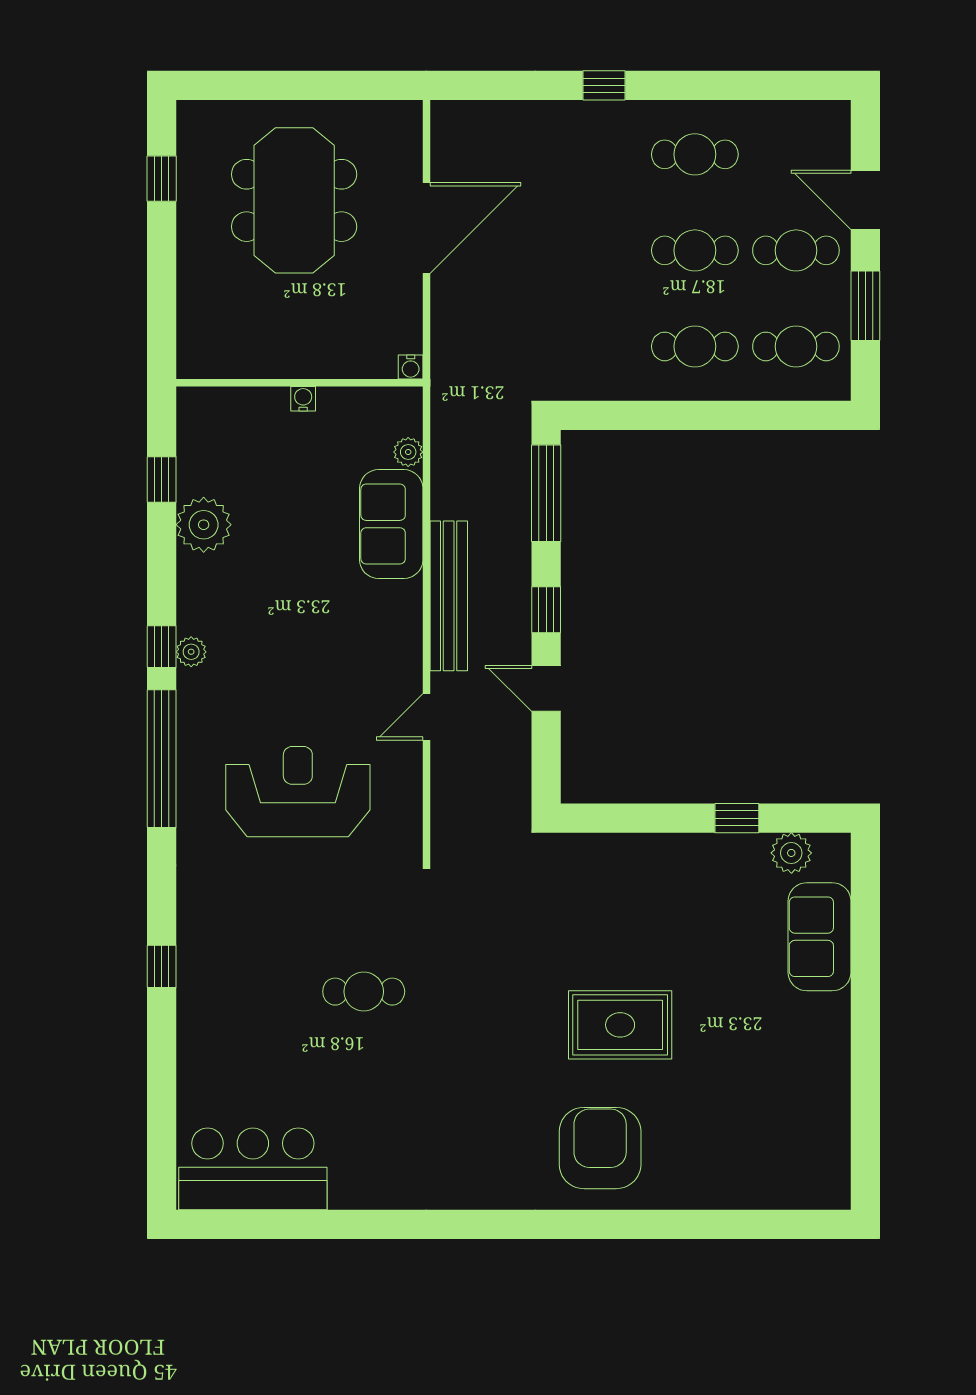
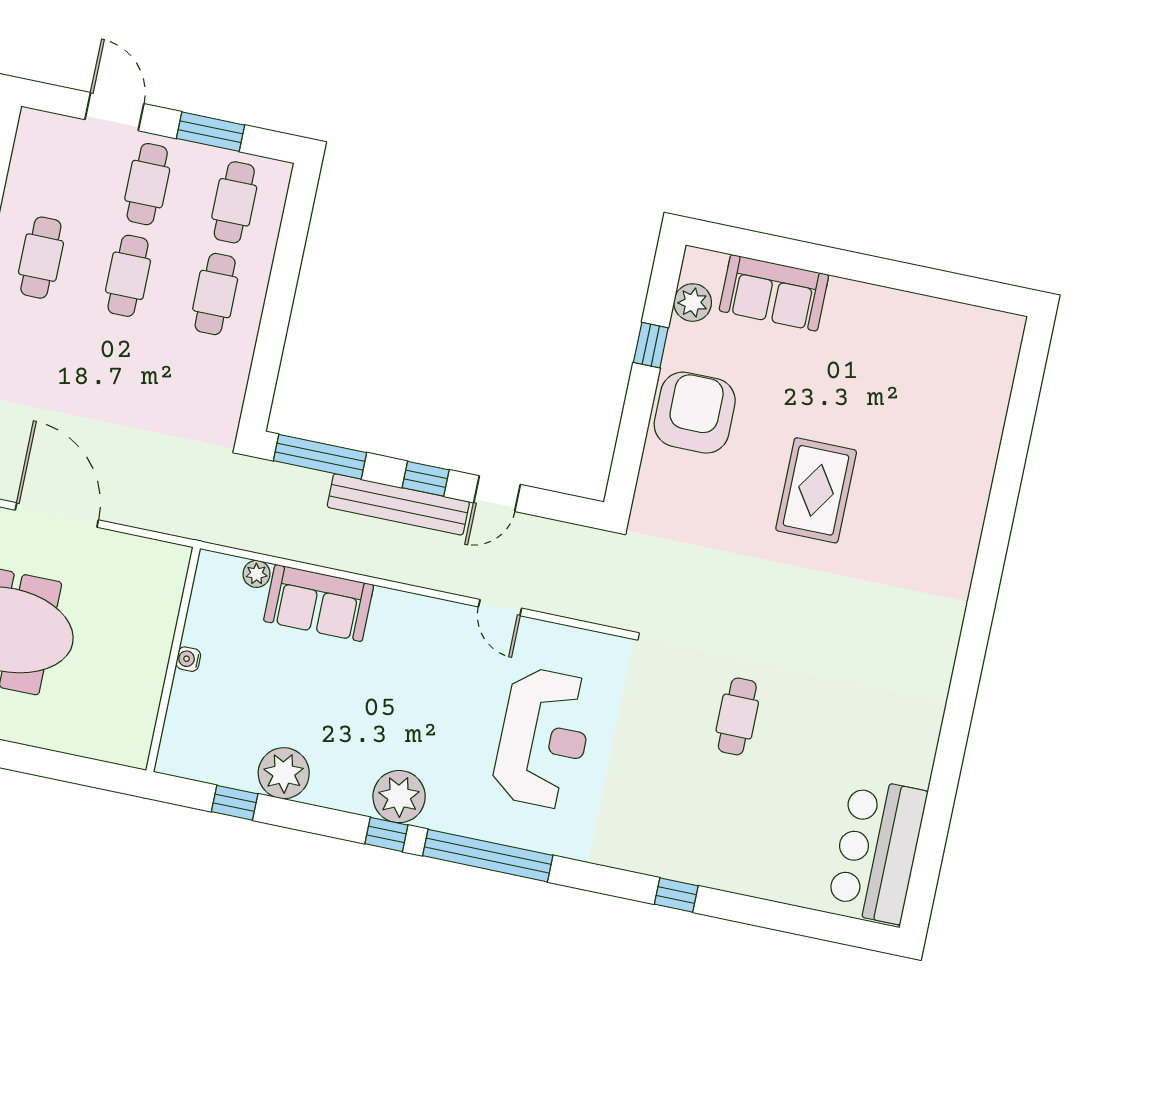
door: (865, 200) -> (114, 112), swing flipped
water cooler: (411, 367) -> (180, 556), removed
bench: (449, 596) -> (398, 504), moved
plant: (191, 652) -> (399, 797), width x1.88, depth x1.88
reception desk: (298, 792) -> (544, 738), turned 180
armchair: (600, 1148) -> (695, 413), moved, turned 90

